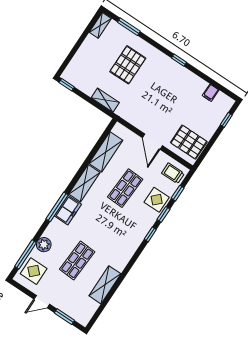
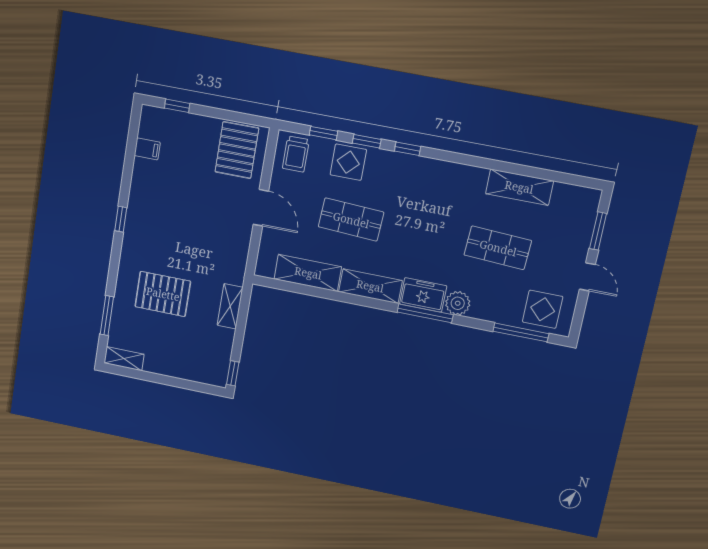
door: (152, 142) -> (261, 208), hinge flipped
plant: (44, 245) -> (458, 303), moved

